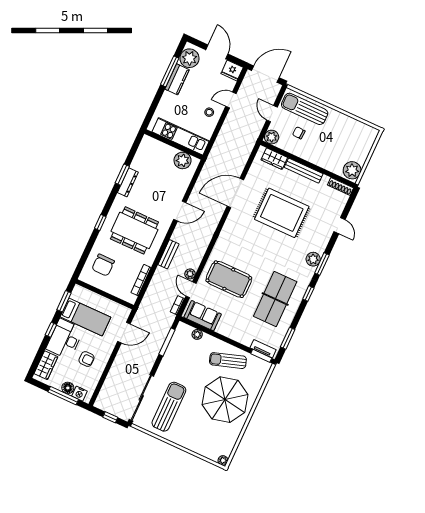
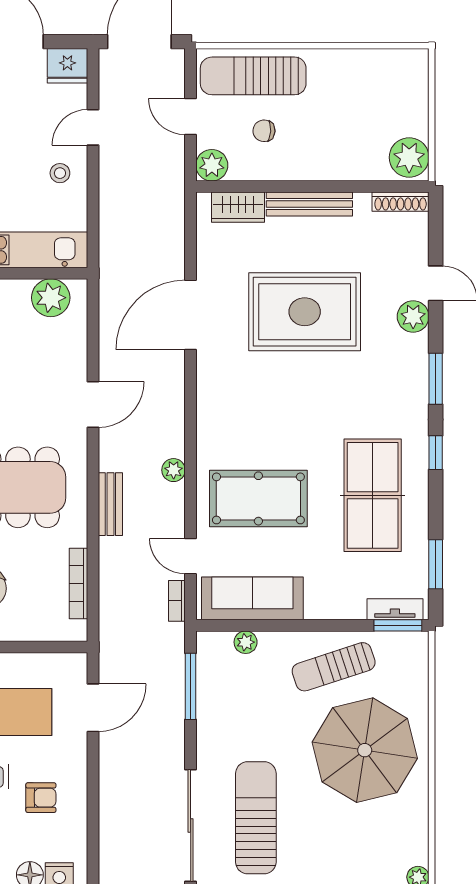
plant: (313, 259) -> (413, 317), moved
plant: (190, 274) -> (174, 470), moved
sofa: (203, 316) -> (252, 598), width x1.36

